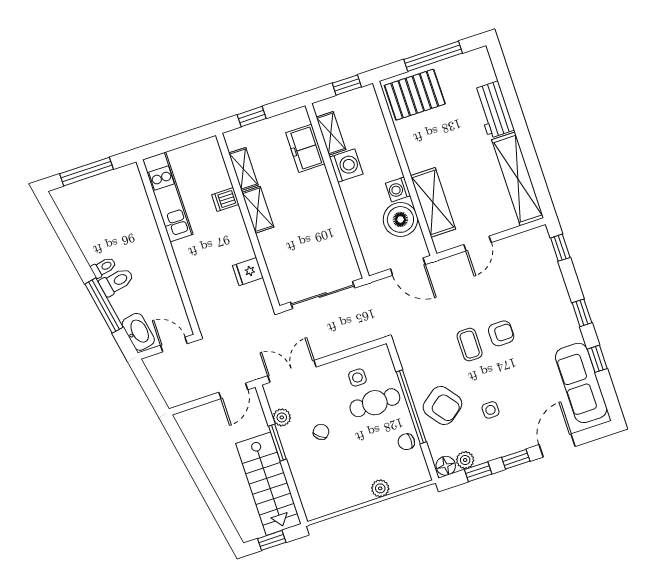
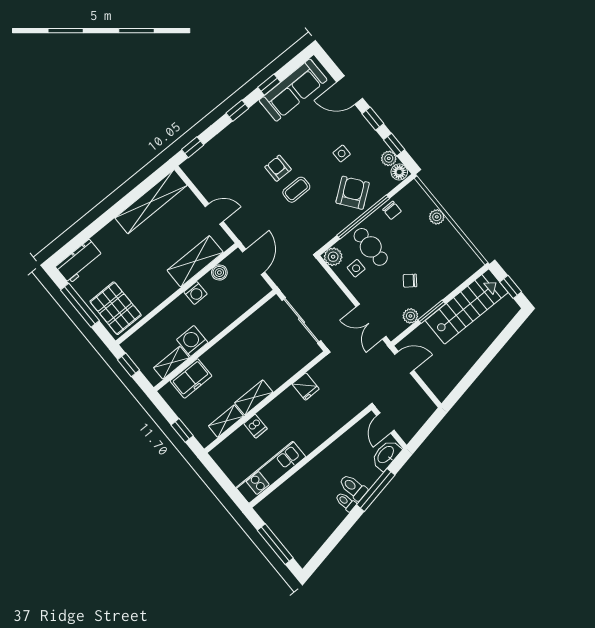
workbench: (494, 110) -> (79, 262), moved
boiler: (400, 219) -> (219, 273), width x0.54, depth x0.54
plant: (380, 357) -> (333, 257), added

